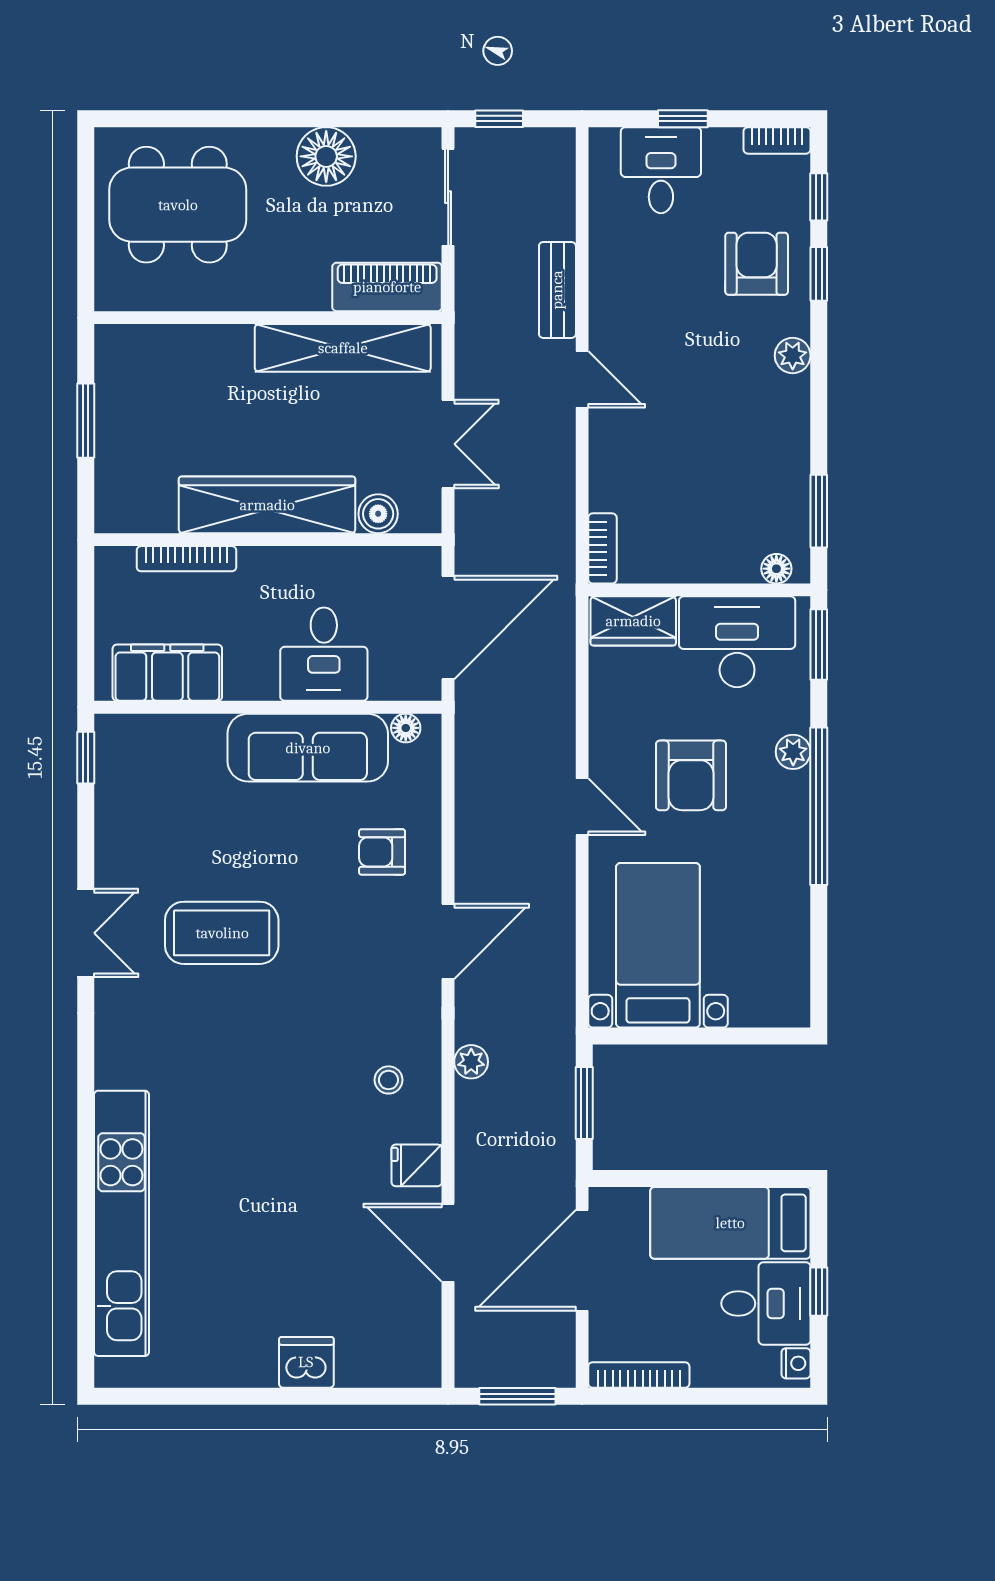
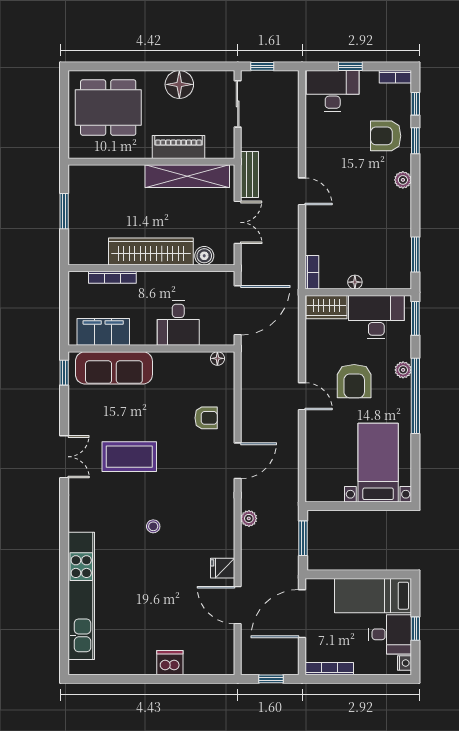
desk: (661, 170) -> (333, 91), width x1.37
armchair: (757, 264) -> (386, 136), turned -90
piano: (387, 287) -> (178, 147), moved
bench: (557, 290) -> (250, 174), moved
floor lamp: (776, 569) -> (355, 282), moved
sofa: (308, 748) -> (114, 368), moved
armchair: (382, 852) -> (206, 418), turned 180
bed with nightstands: (658, 945) -> (378, 463), moved
stool: (389, 1080) -> (153, 526), moved
window: (517, 1396) -> (271, 679), width x0.67

